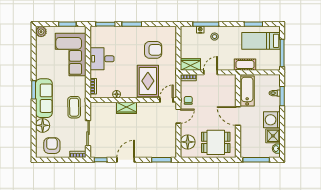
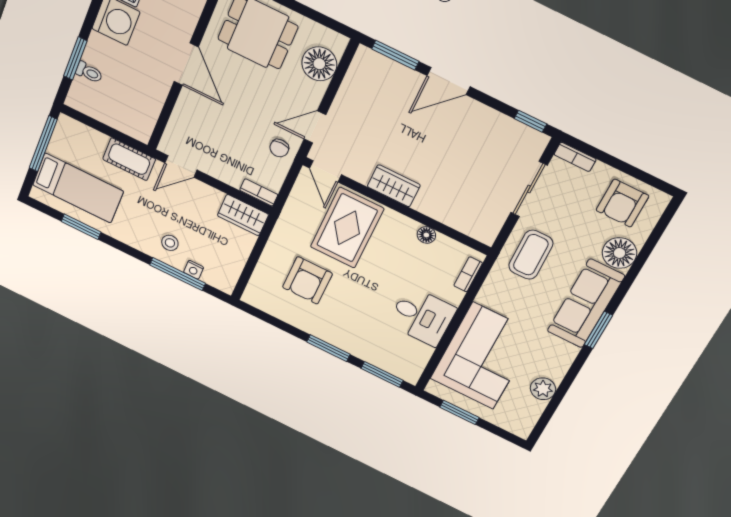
plant: (41, 32) -> (543, 389), moved
armchair: (153, 50) -> (307, 280), turned -90
door: (211, 72) -> (181, 166), moved
bathtub: (247, 91) -> (146, 105), removed
door: (166, 100) -> (326, 171), hinge flipped
wardrobe: (127, 108) -> (394, 186), moved
door: (126, 160) -> (449, 81), moved

